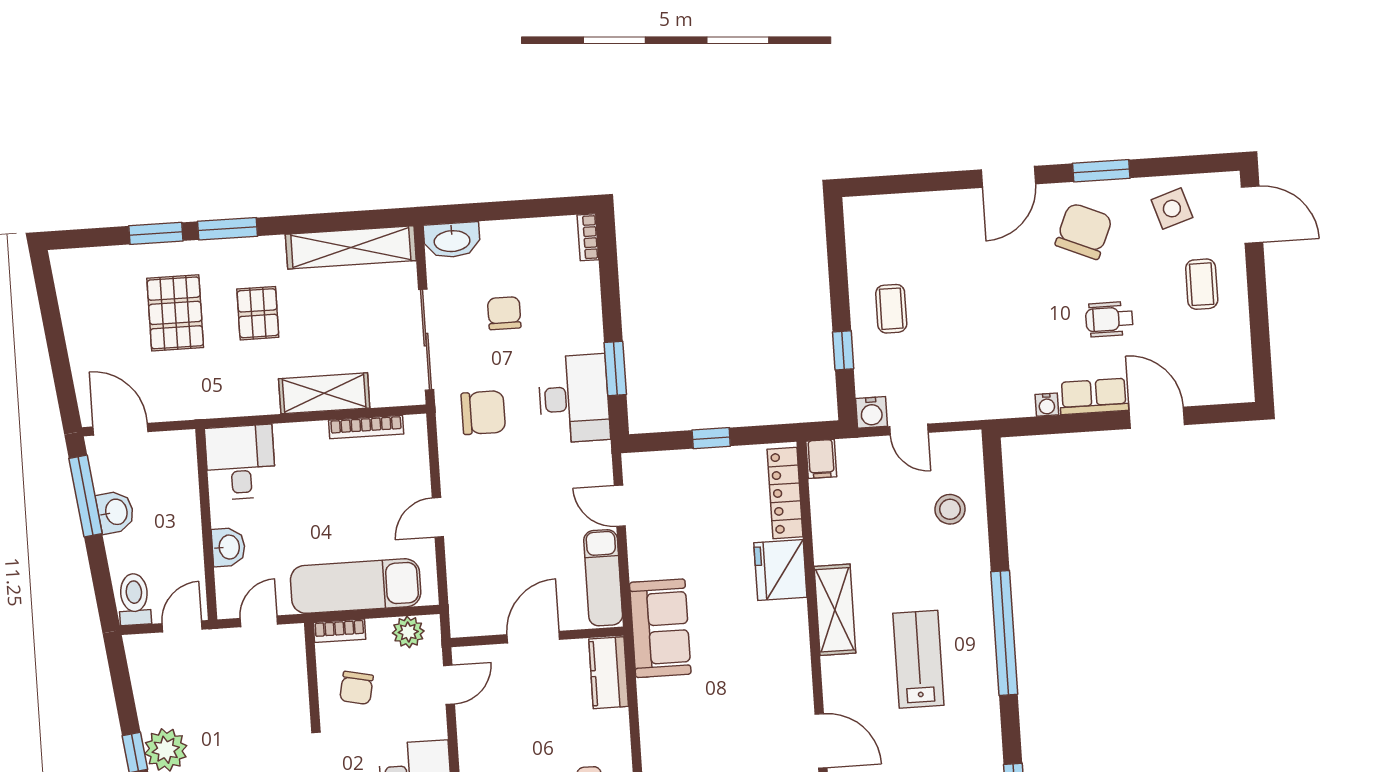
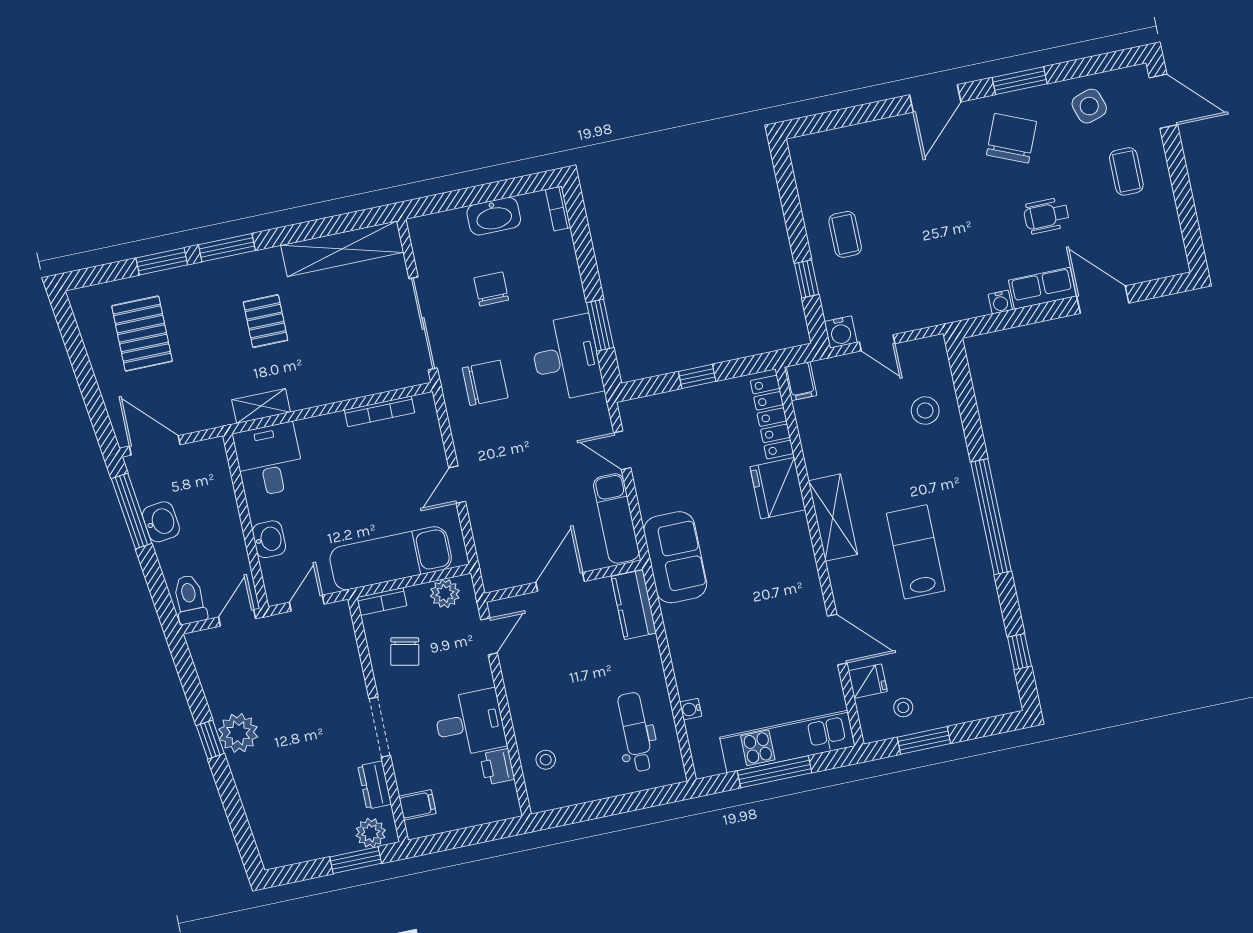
washbasin: (452, 240) -> (494, 216), moved
pallet: (175, 313) -> (142, 334), moved
shelving: (324, 393) -> (261, 406), moved, width x0.67, depth x0.75

